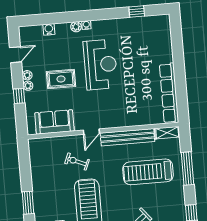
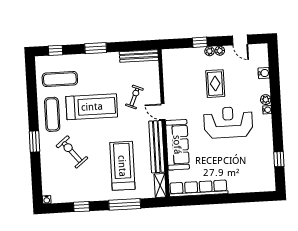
reception desk: (100, 64) -> (228, 122), turned 180
sofa: (54, 122) -> (177, 145), moved, width x1.36
bench: (35, 158) -> (139, 56), added

